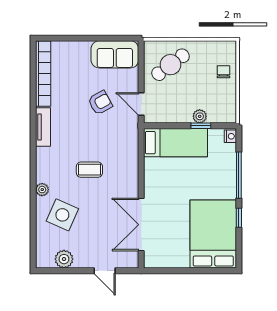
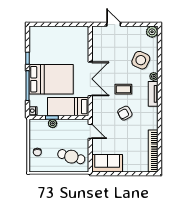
cafe table: (171, 65) -> (71, 157), turned 53
armchair: (100, 103) -> (125, 113), moved
tv unit: (43, 127) -> (153, 94), moved
double door: (141, 225) -> (90, 79), moved
bed: (213, 234) -> (51, 79), moved, turned -90
plant: (64, 259) -> (152, 32), moved

